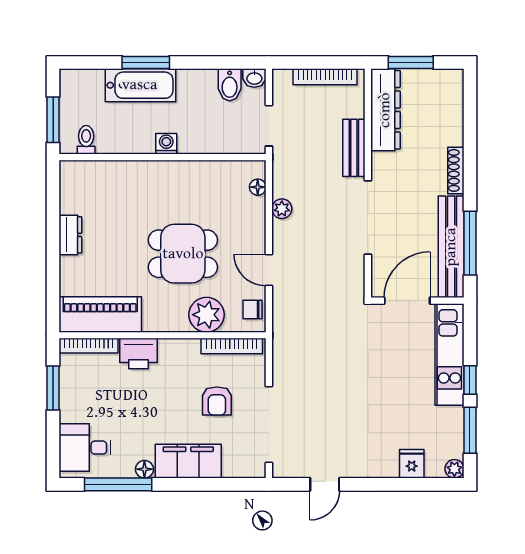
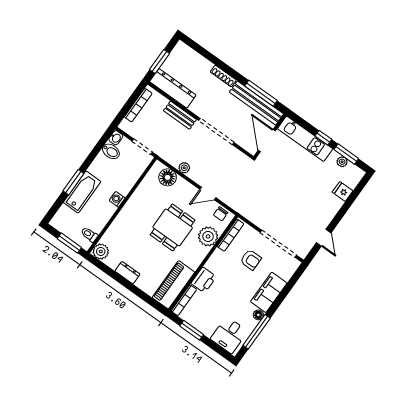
plant: (73, 174) -> (101, 252), added
floor lamp: (258, 187) -> (168, 177), width x1.89, depth x1.89
plant: (454, 469) -> (342, 162), moved

